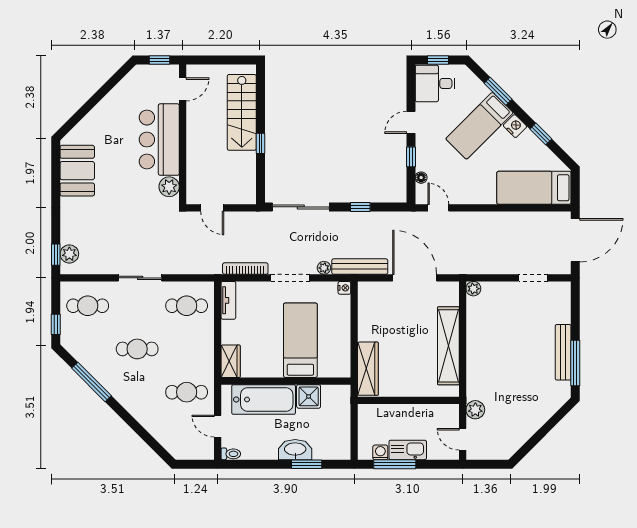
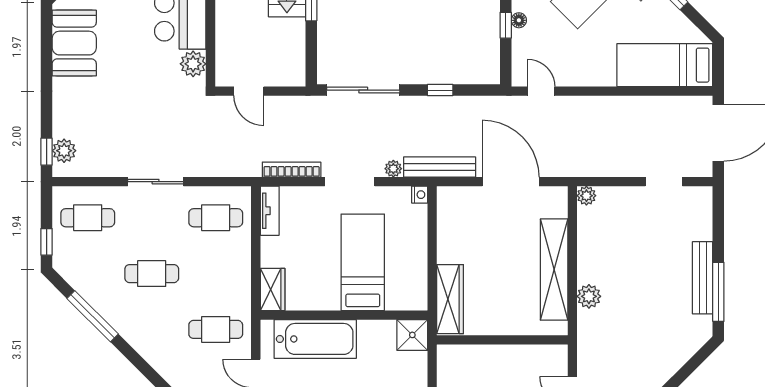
floor lamp: (421, 178) -> (519, 20), moved
shower: (309, 396) -> (412, 335), moved
plant: (475, 410) -> (589, 296), moved

